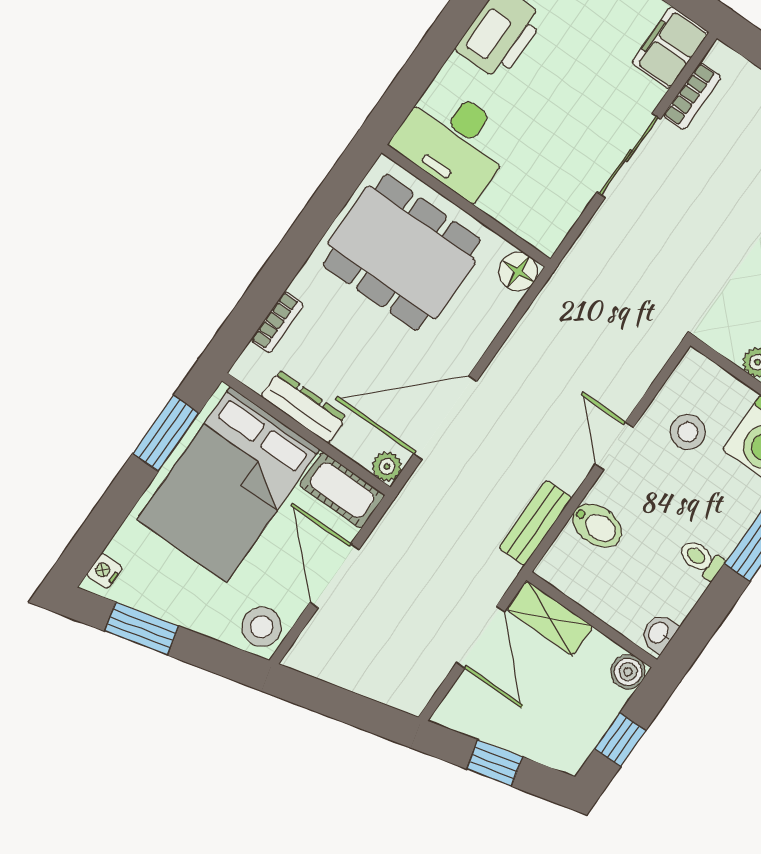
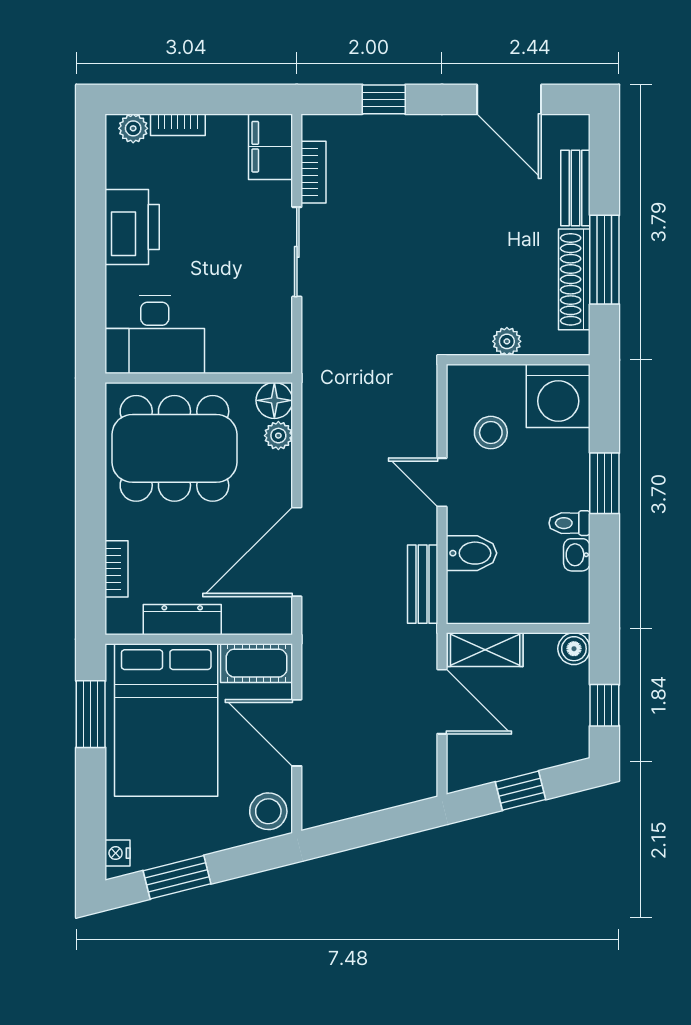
plant: (387, 467) -> (278, 436), moved
washbasin: (659, 633) -> (577, 555), moved

